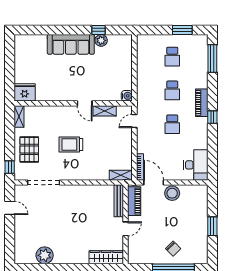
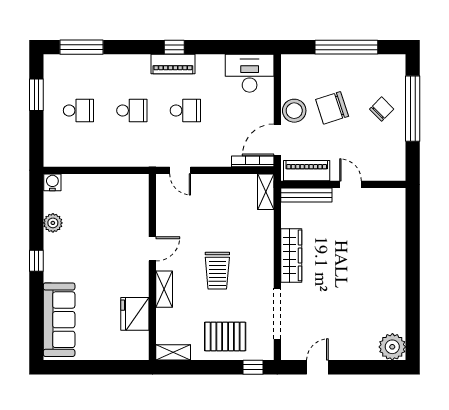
window: (99, 30) -> (36, 261), moved
sofa: (71, 44) -> (59, 320), moved
fridge: (25, 92) -> (135, 314), moved
water cooler: (127, 96) -> (52, 182), moved
piano: (202, 103) -> (173, 64), moved
shelving: (105, 111) -> (164, 289), moved
chair: (174, 217) -> (332, 108), added
window: (212, 226) -> (346, 47), width x2.11
plant: (45, 255) -> (392, 347), moved
wardrobe: (106, 257) -> (291, 255), moved, turned 180

